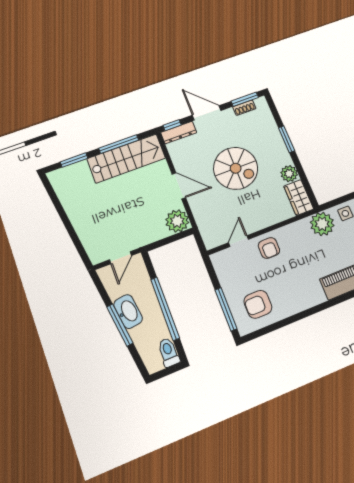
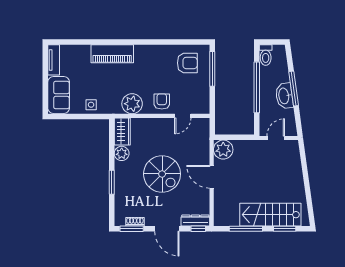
stairs: (126, 158) -> (270, 215), moved
spiral stairs: (236, 168) -> (162, 174), turned 180
plant: (322, 224) -> (132, 104), moved

